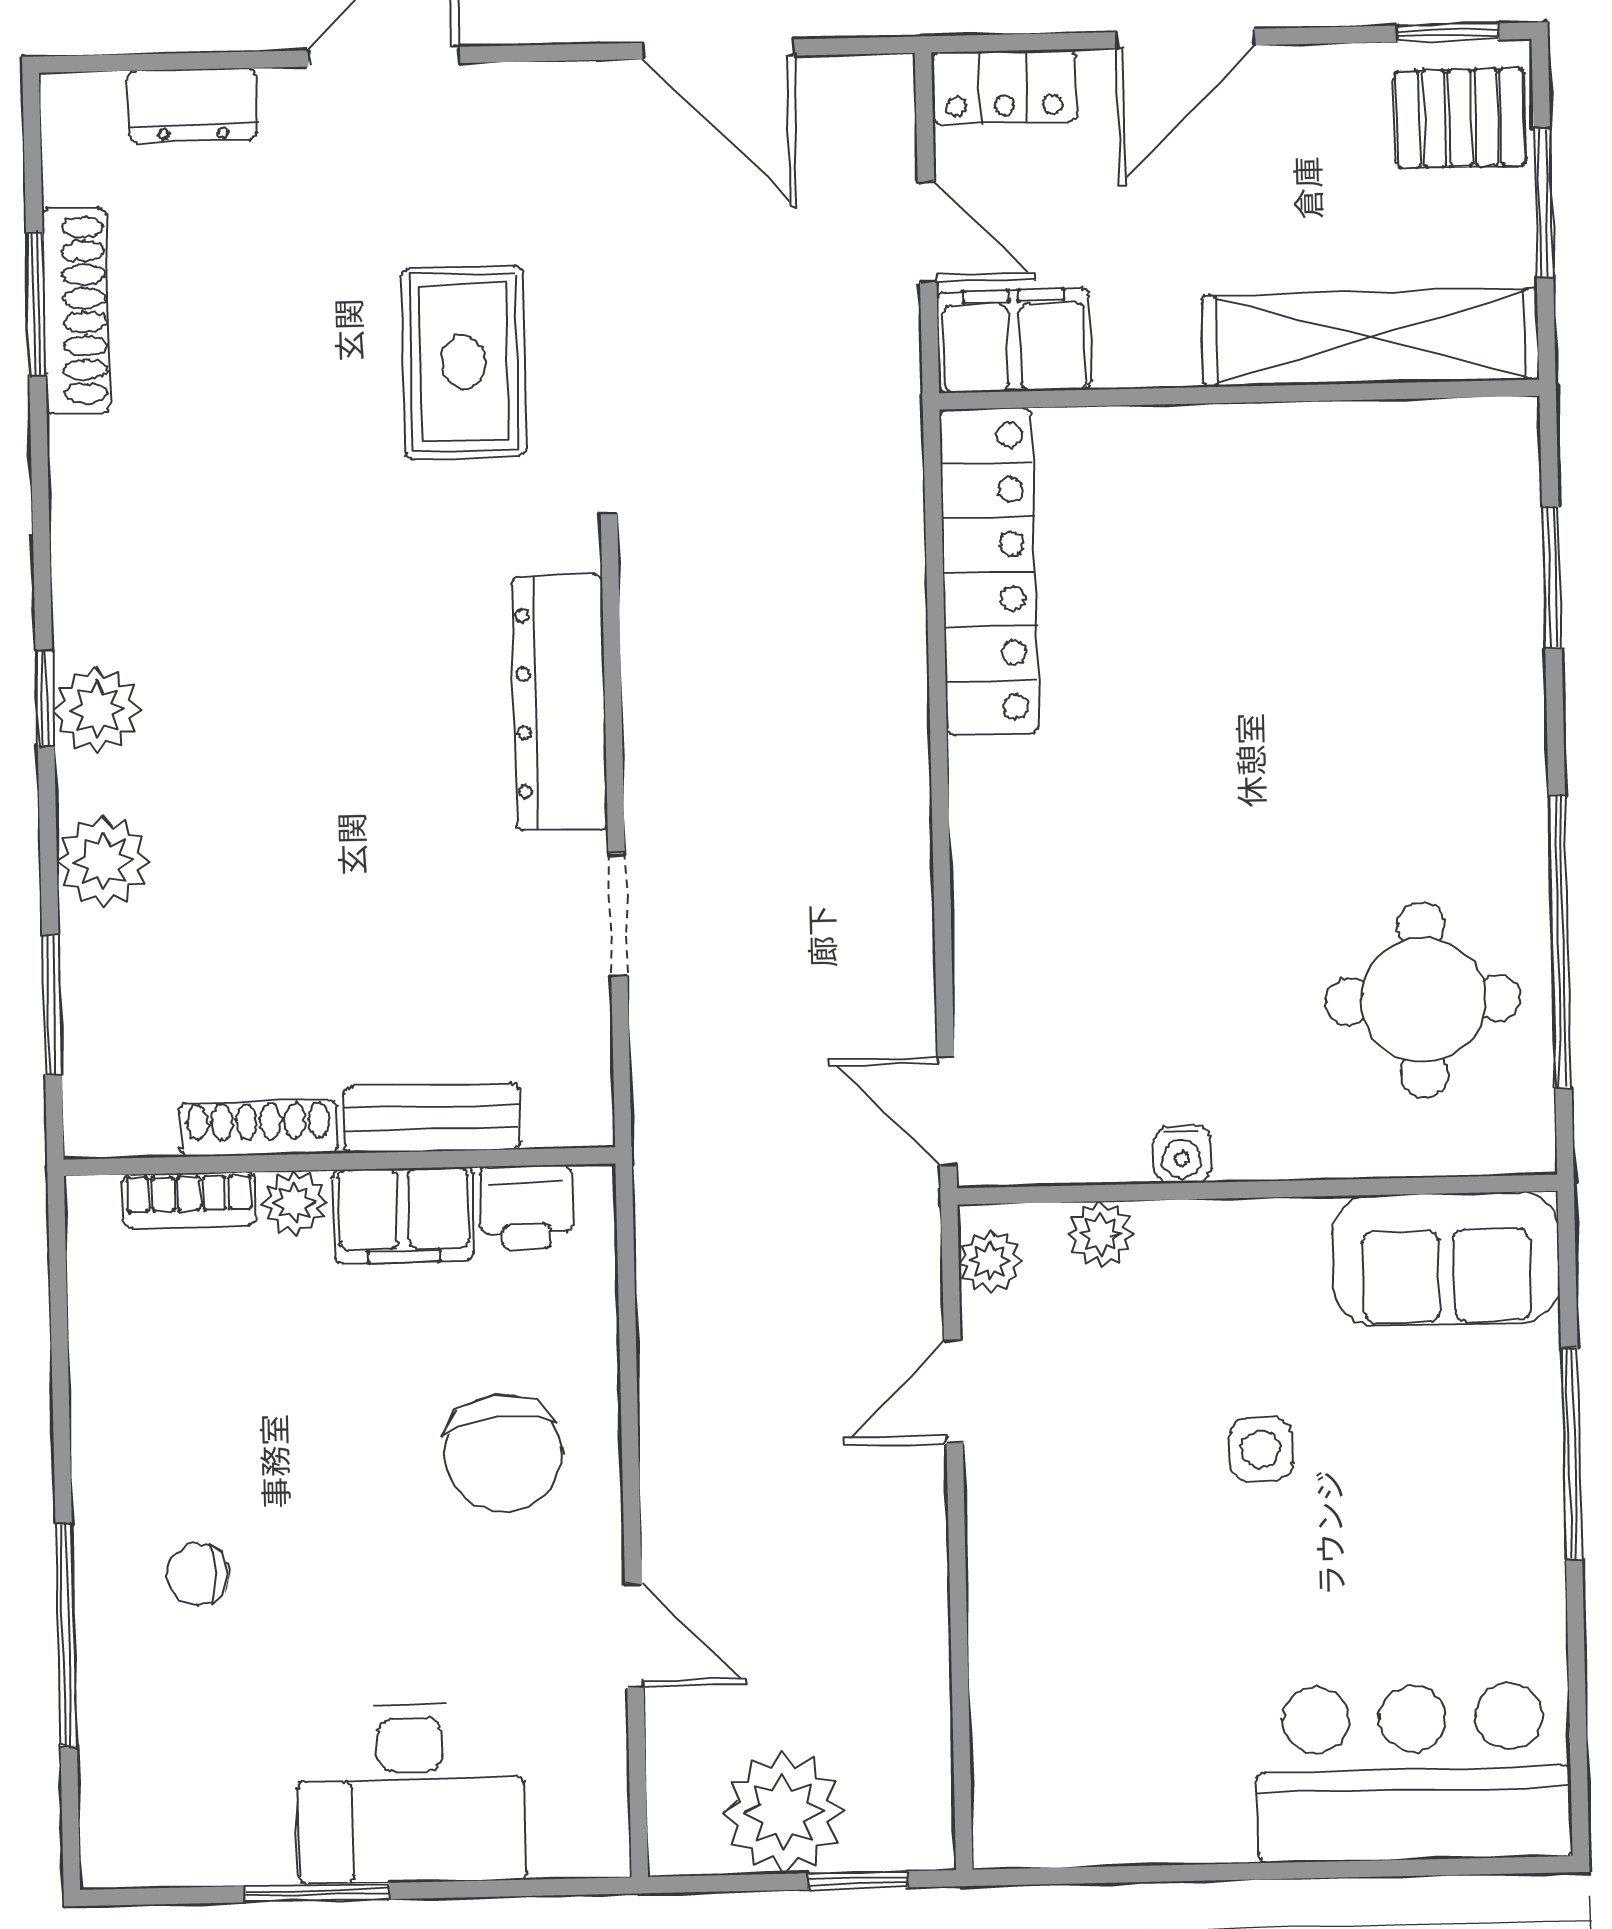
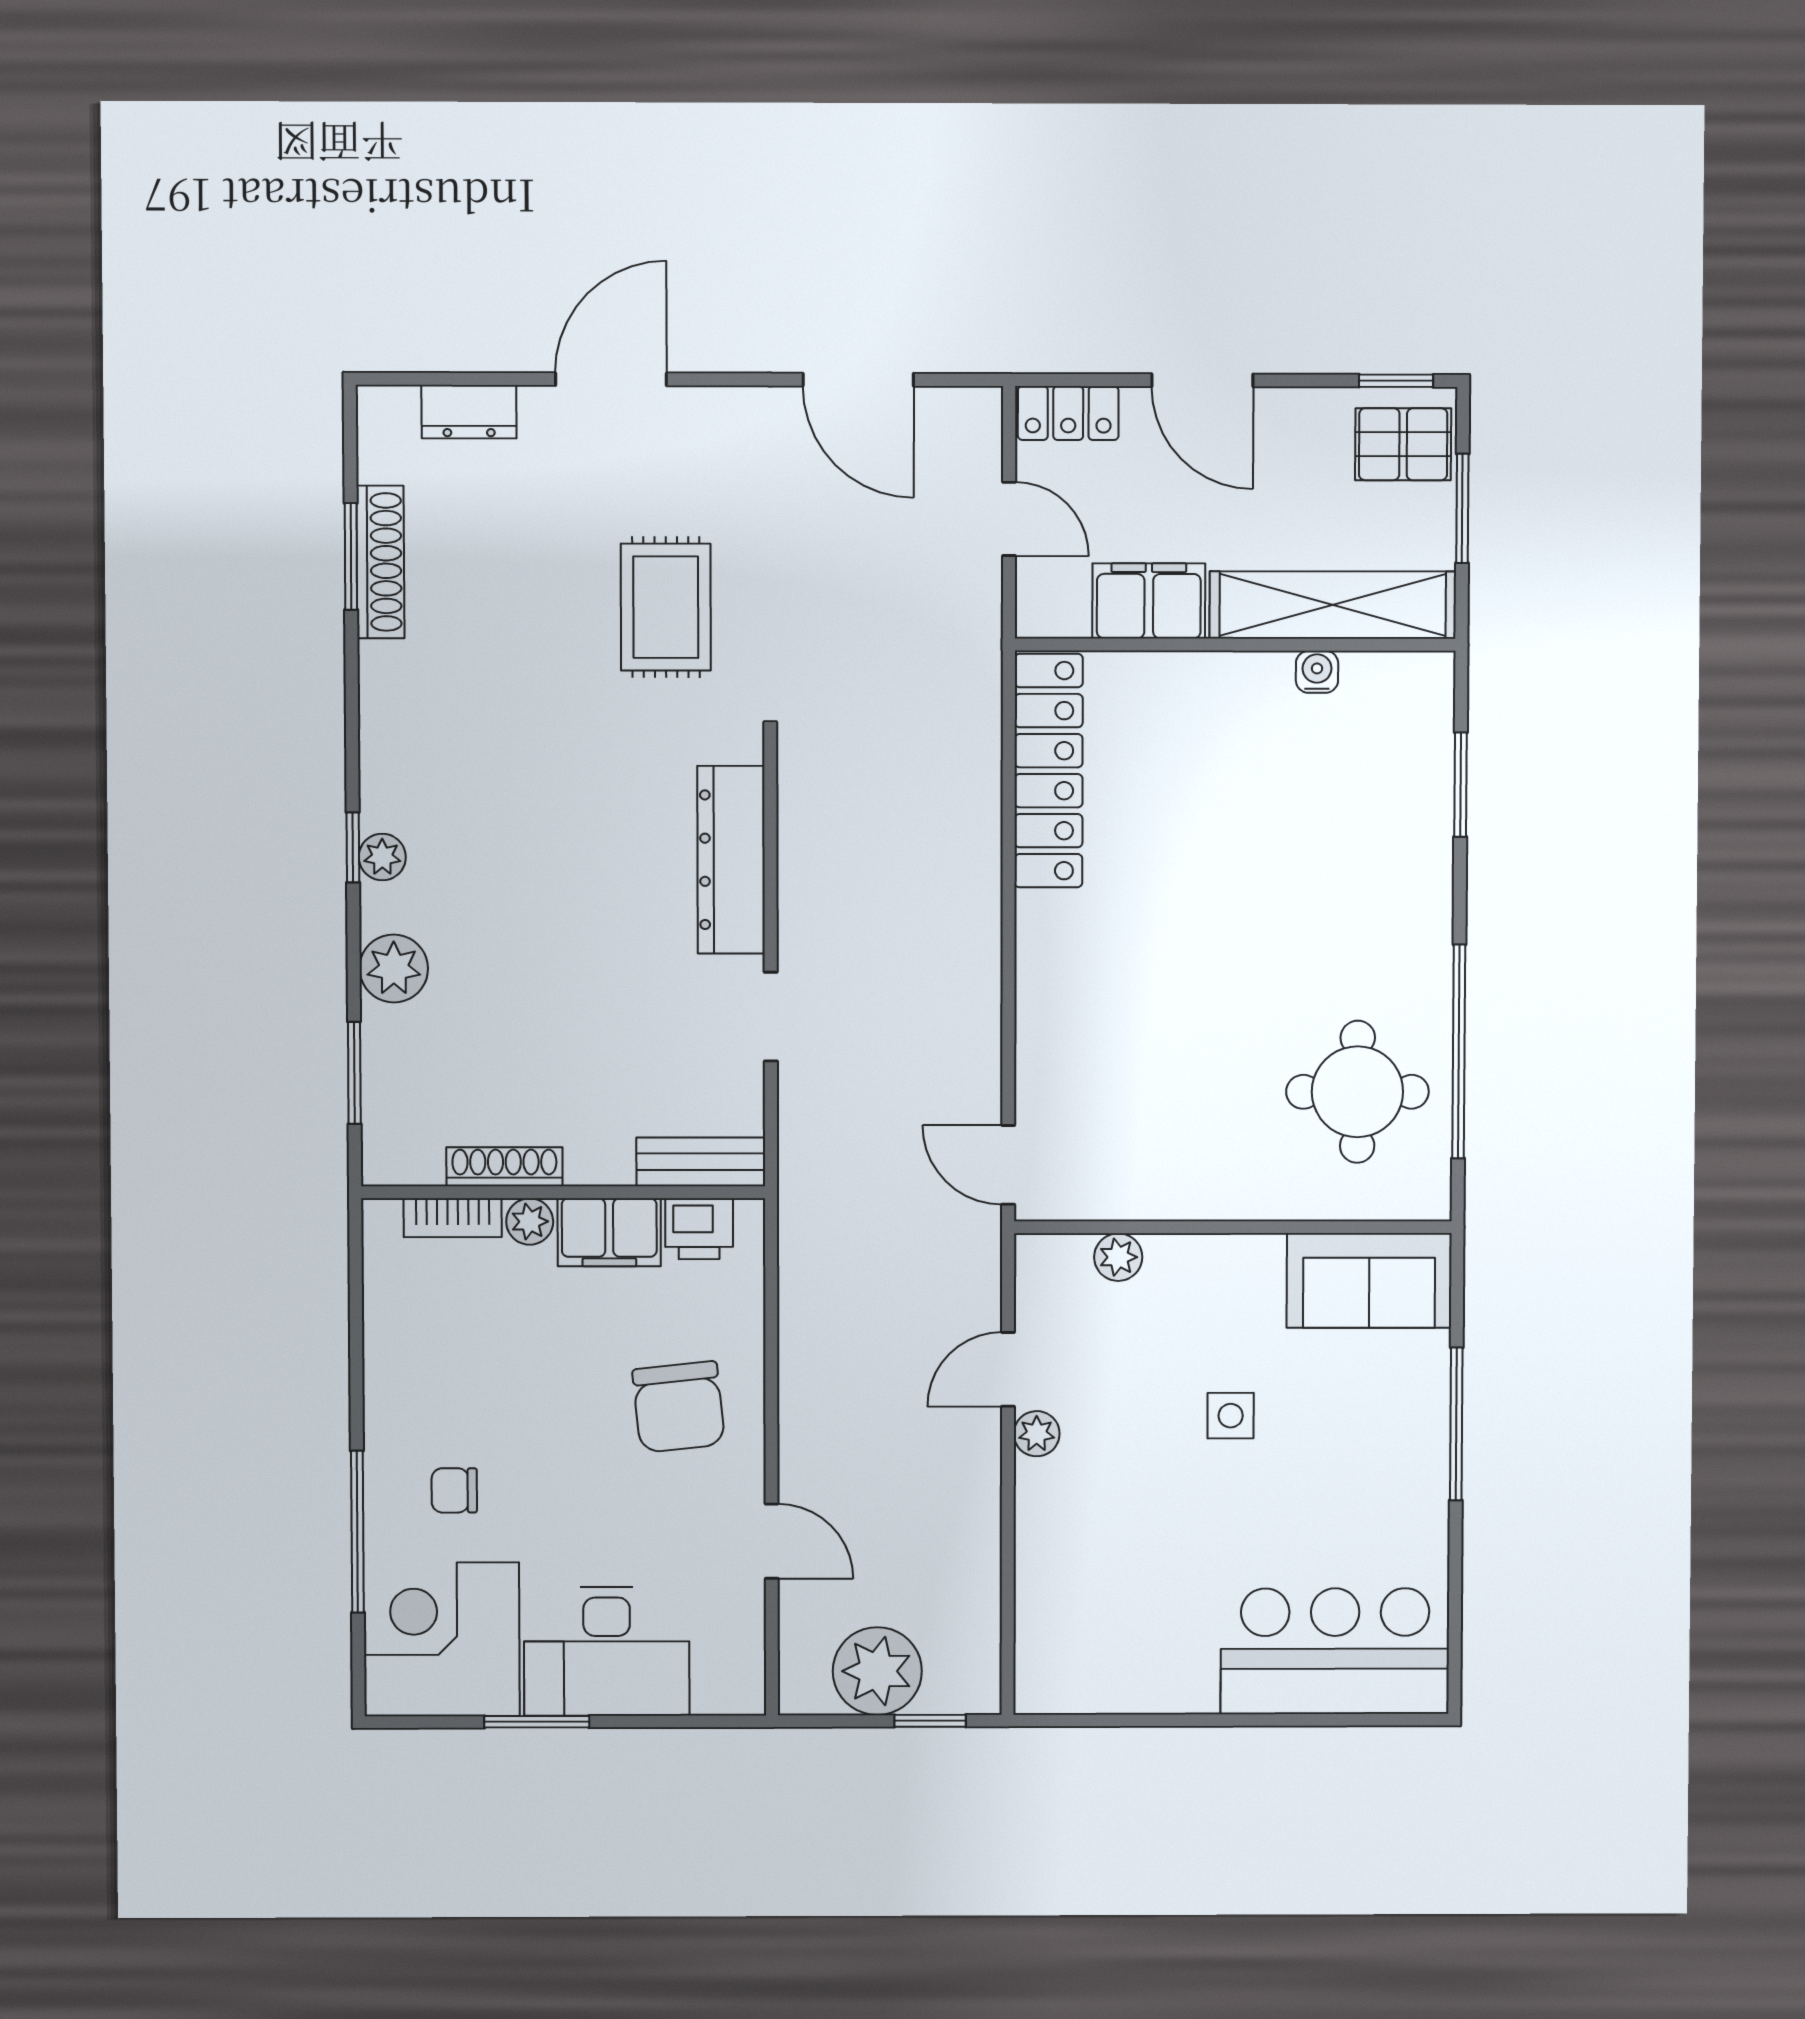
door: (1185, 39) -> (1202, 380), hinge flipped
filing cabinet: (1014, 340) -> (1149, 601), moved
plant: (97, 709) -> (382, 857), width x0.73, depth x0.73
bench: (432, 1118) -> (701, 1162), moved
water cooler: (1182, 1154) -> (1317, 672), moved, turned 180
plant: (990, 1261) -> (1037, 1434), moved
corner desk: (184, 1781) -> (442, 1639), added

